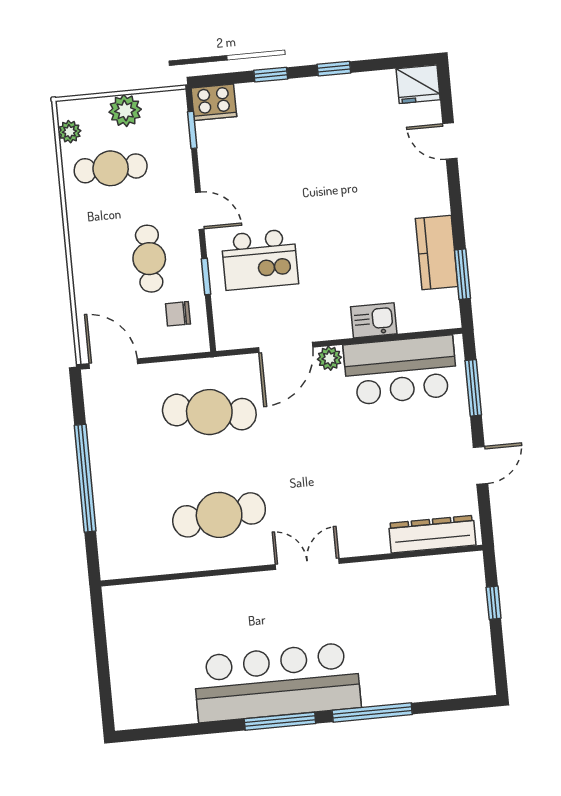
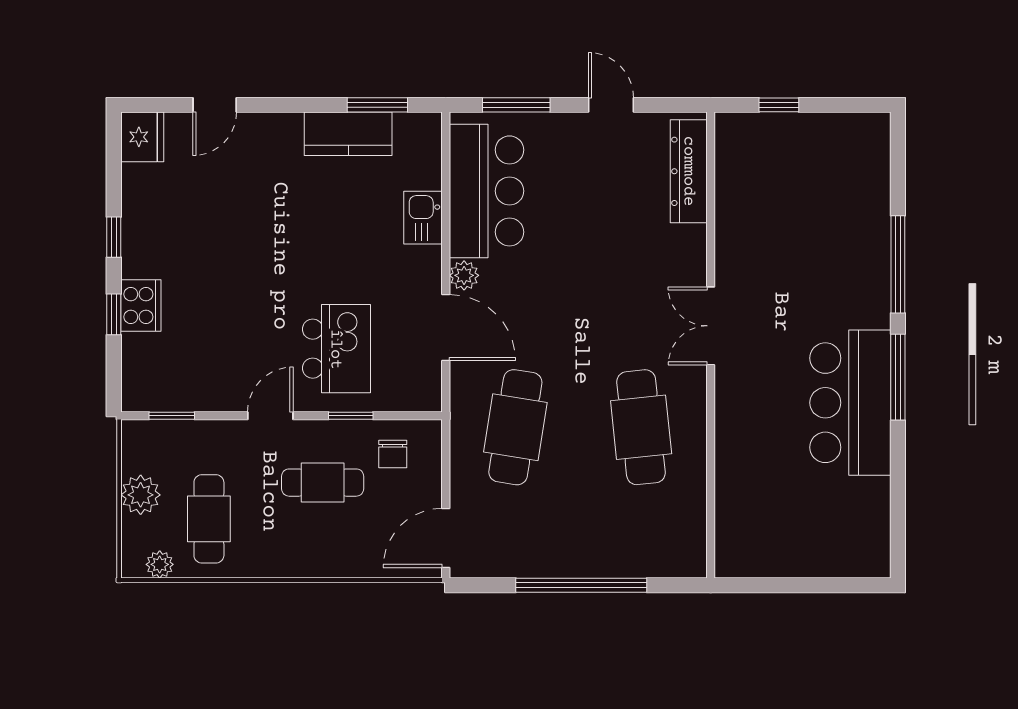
cooker: (214, 102) -> (141, 306), moved
bar counter: (277, 682) -> (850, 403), width x0.73

